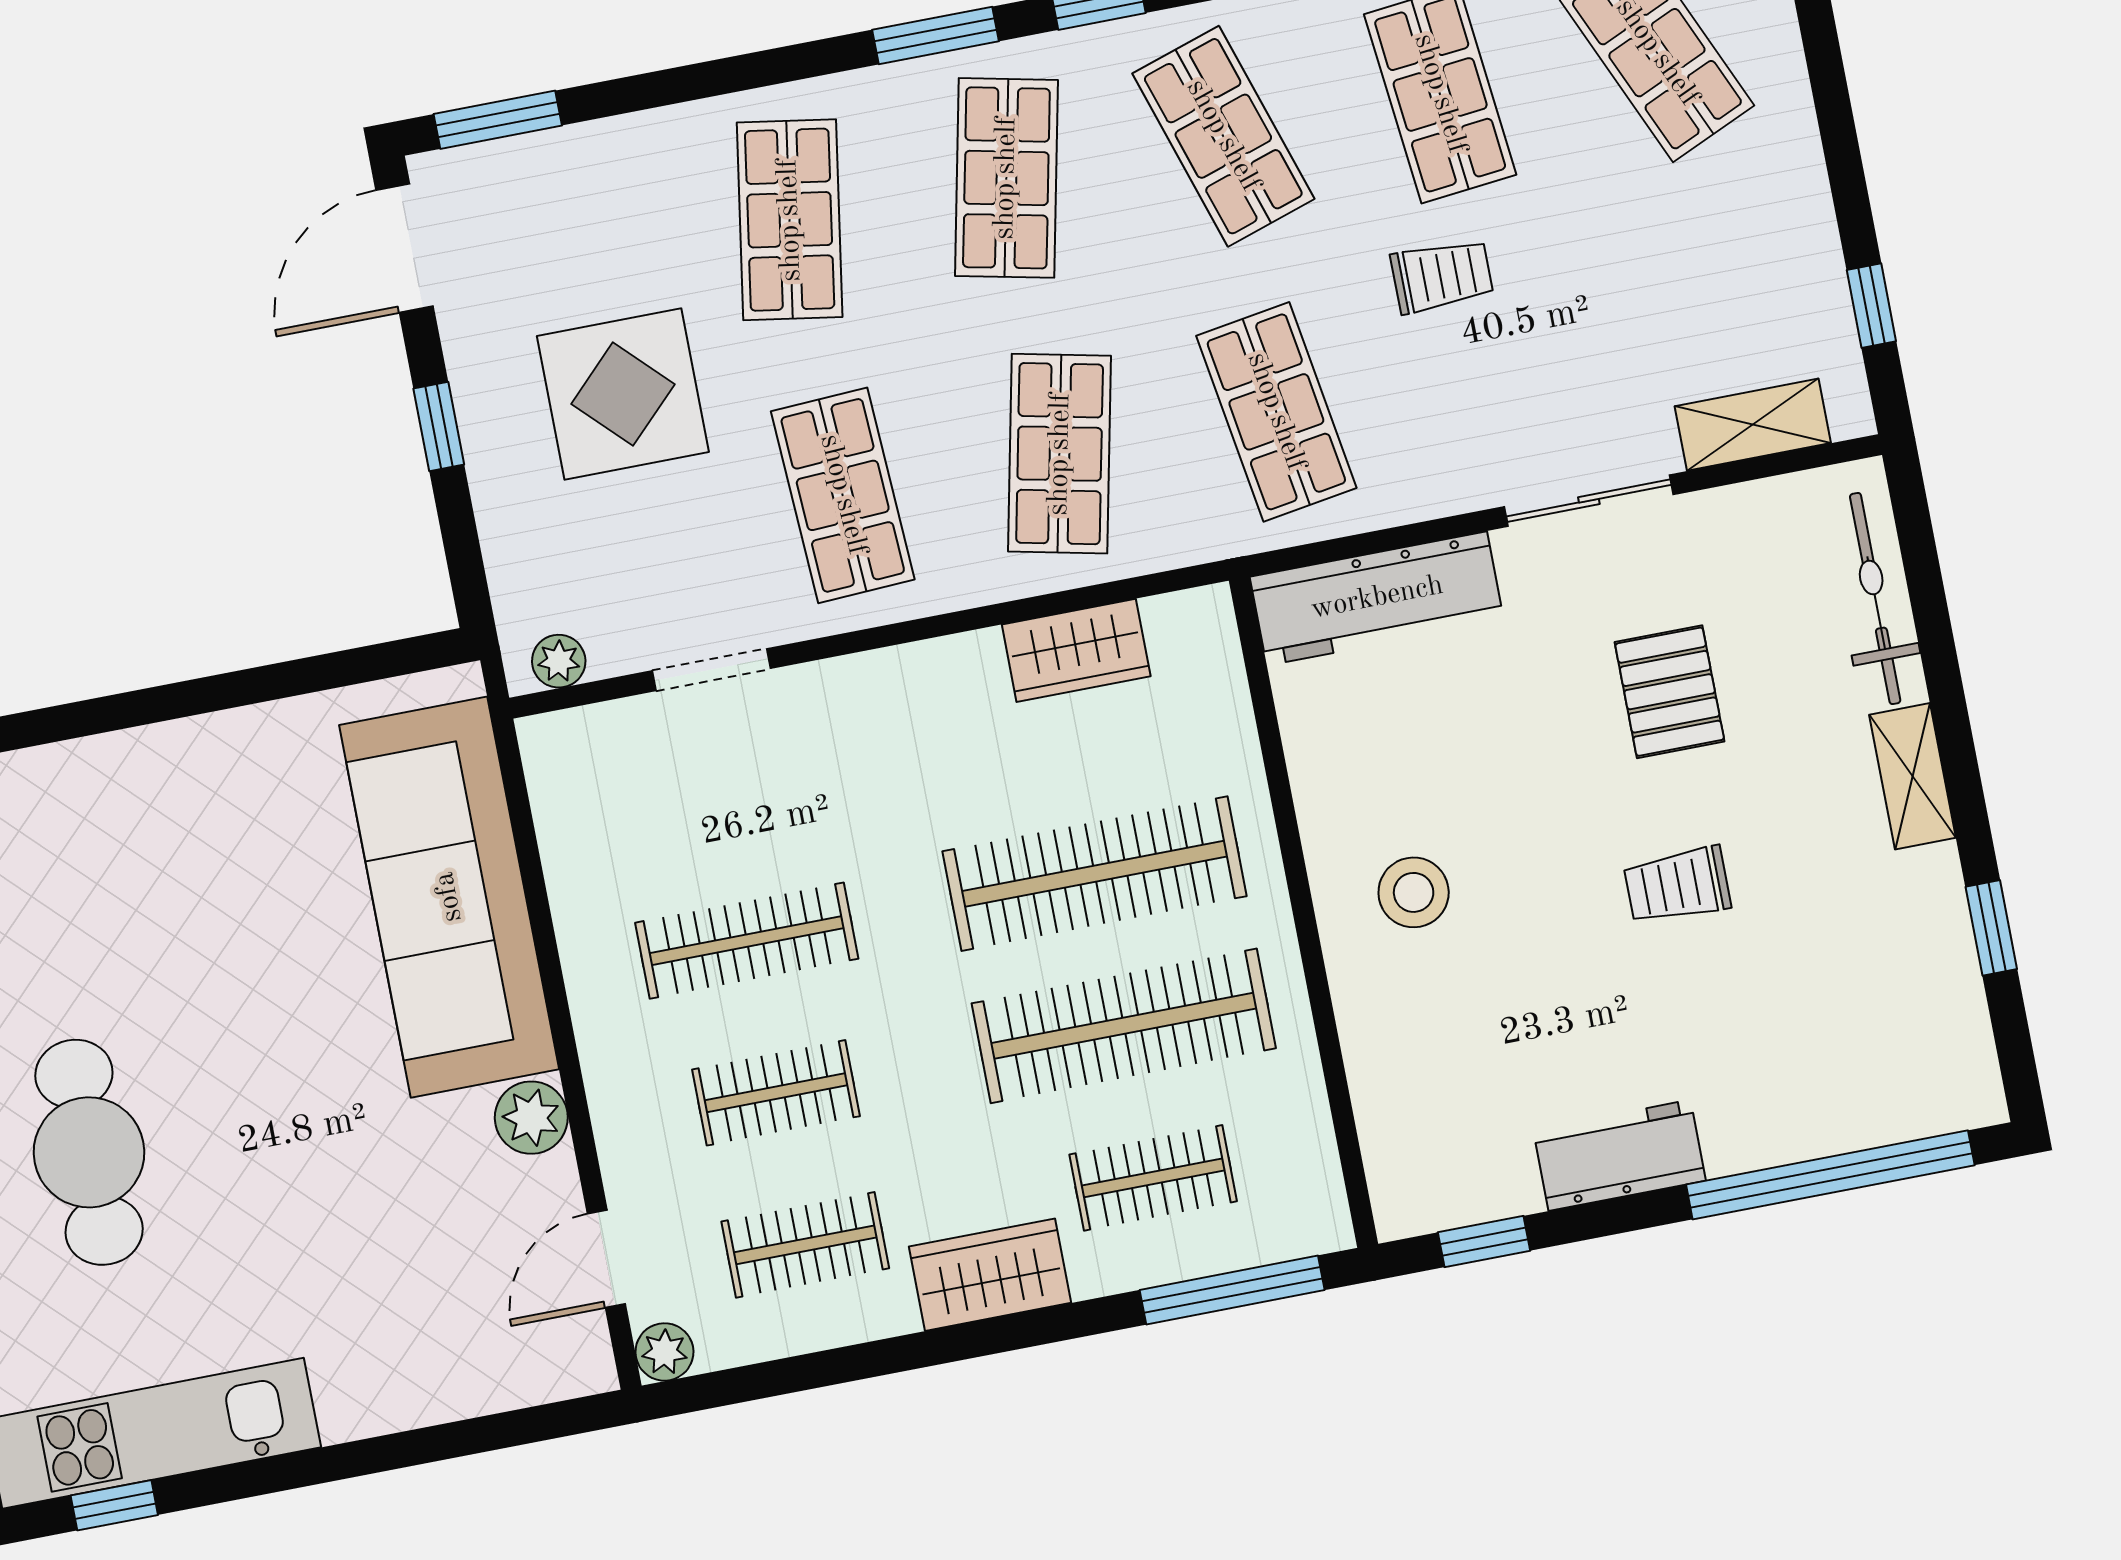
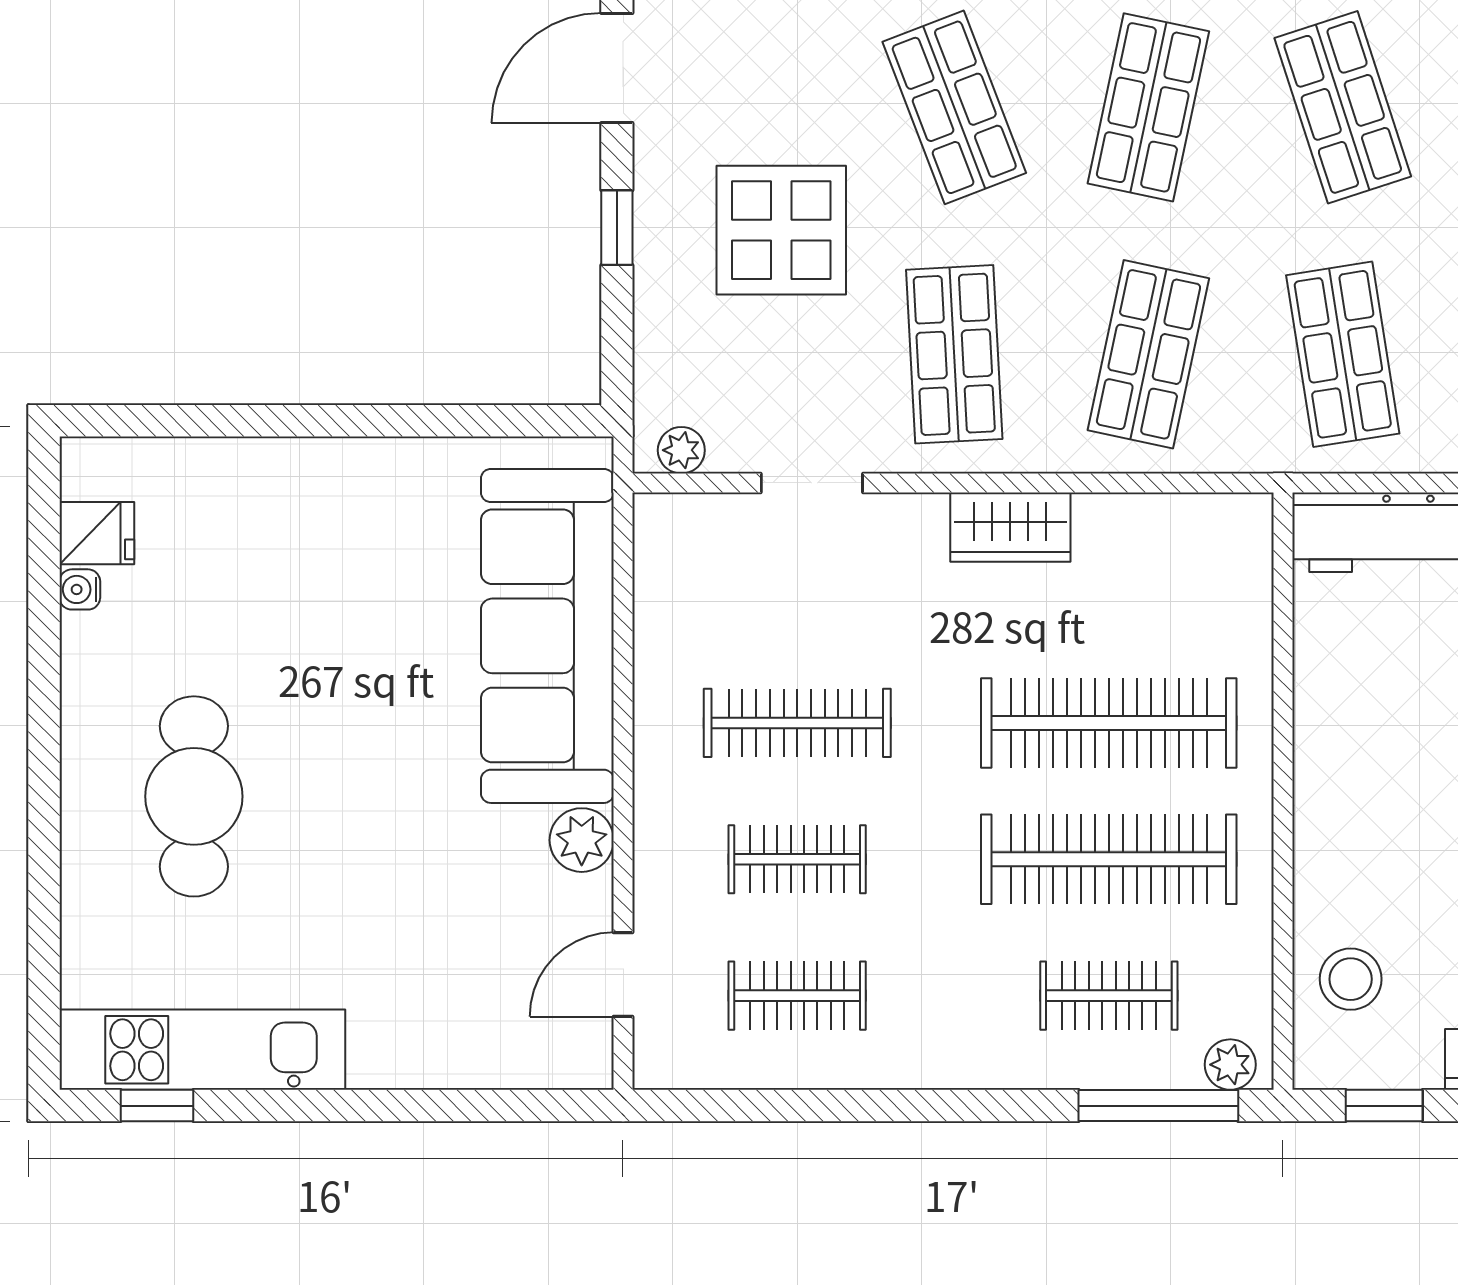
shop shelf: (790, 220) -> (954, 107), turned -30
wardrobe: (1076, 650) -> (1010, 527), moved
stool: (1414, 892) -> (1351, 979), moved
wardrobe: (990, 1275) -> (952, 1052), removed
plant: (664, 1352) -> (1230, 1065), moved

